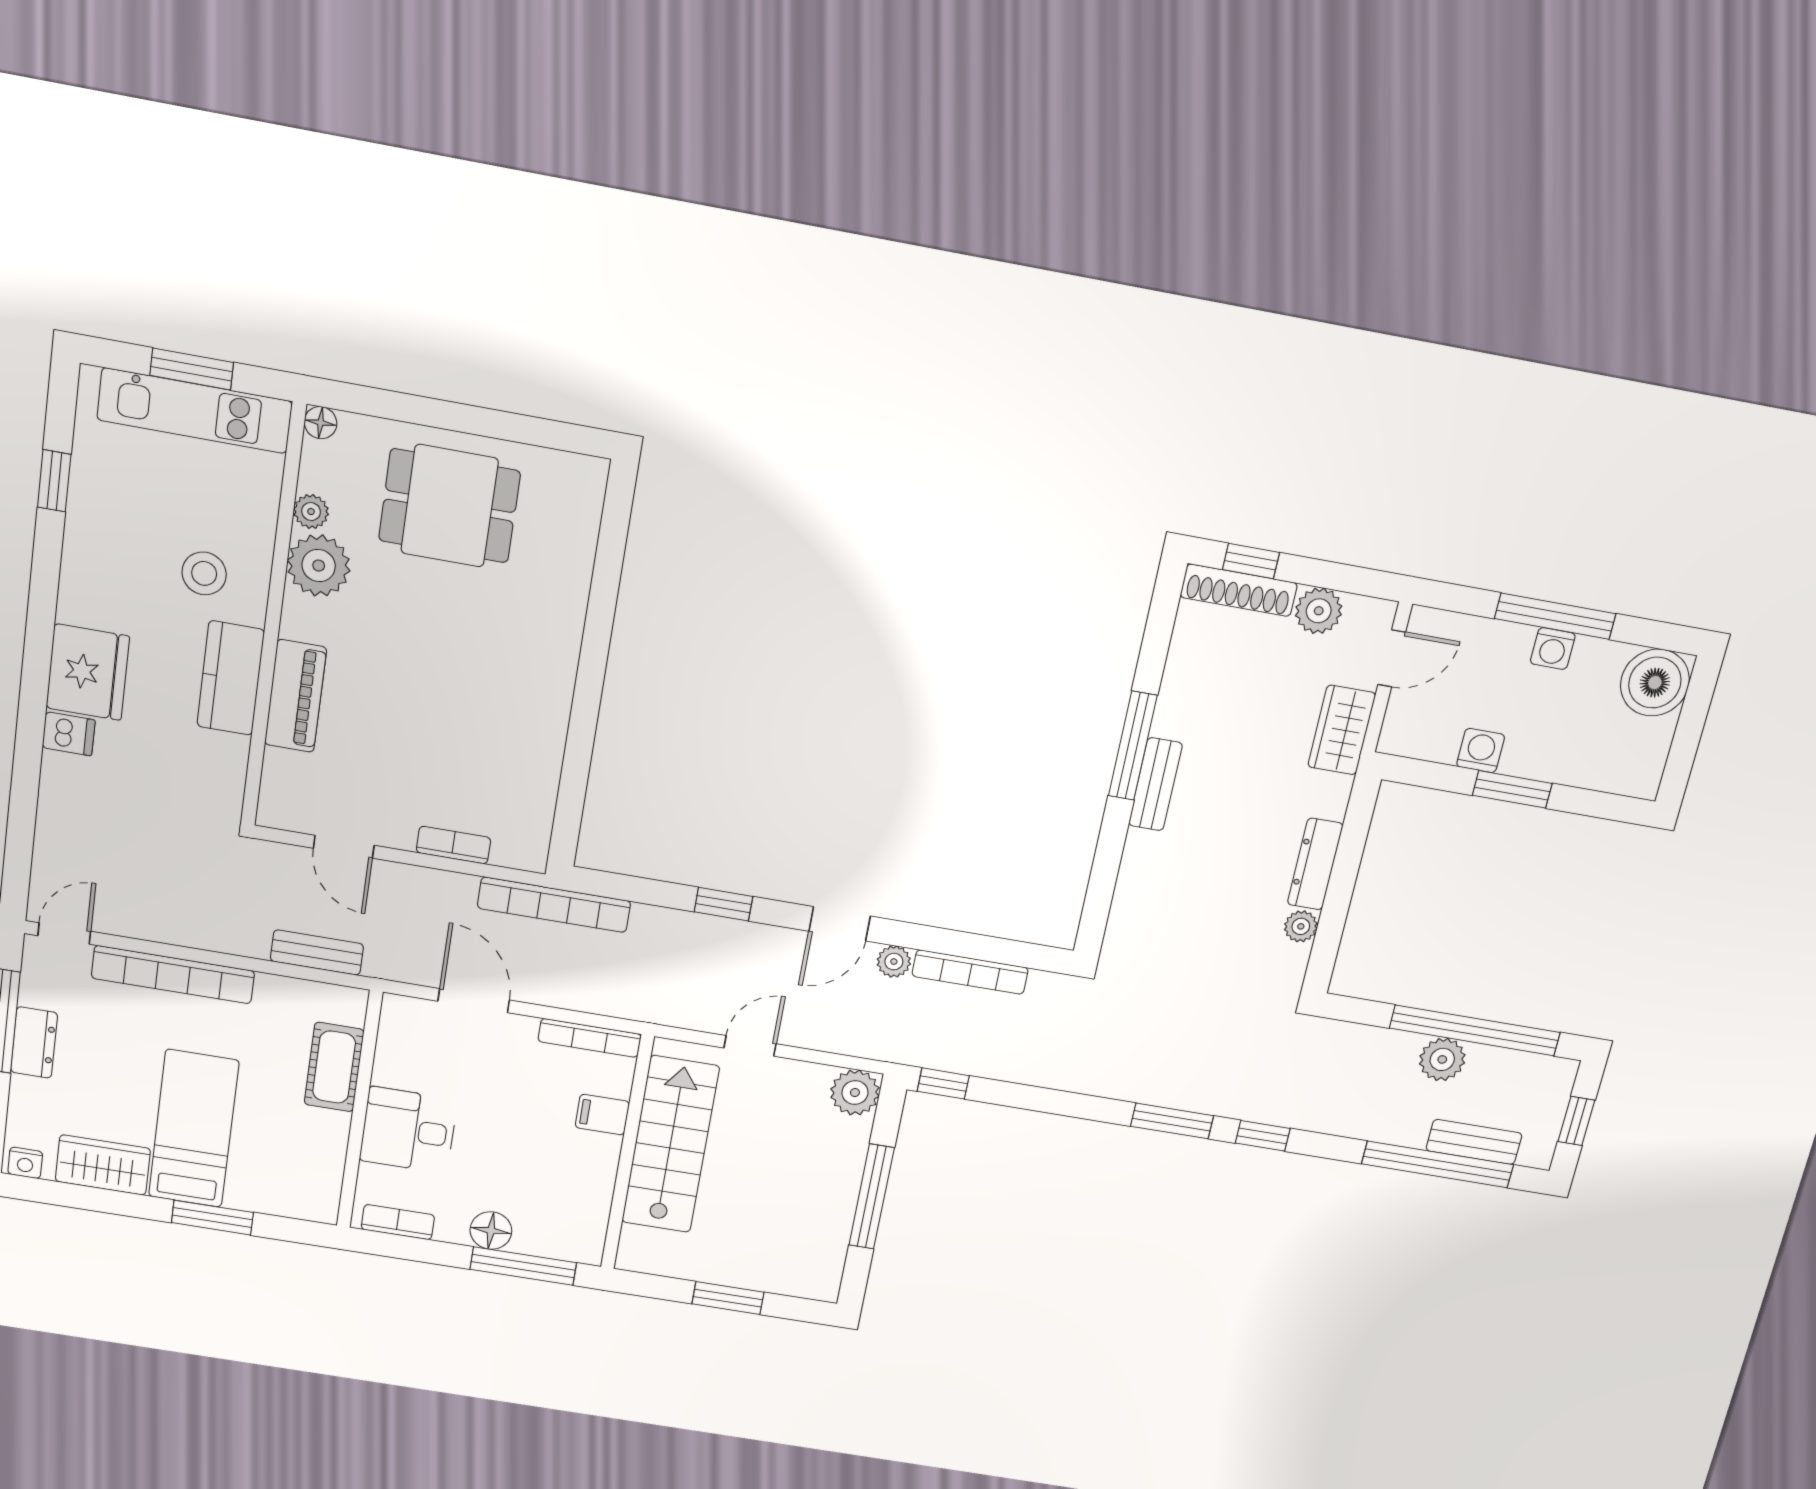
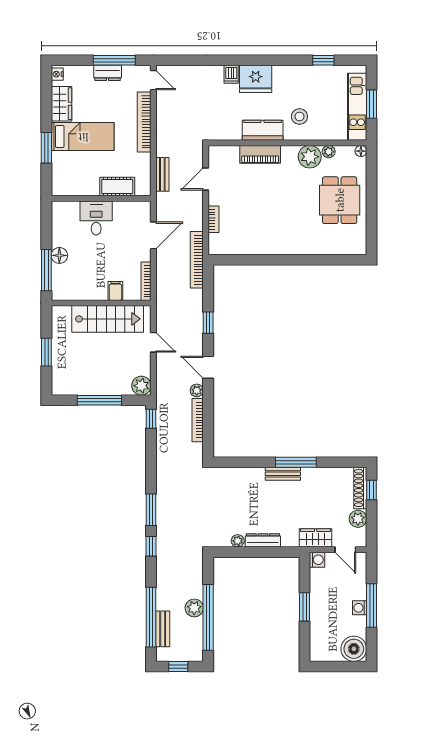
washing machine: (1481, 751) -> (317, 560), moved
bookcase: (398, 1222) -> (57, 219), removed

